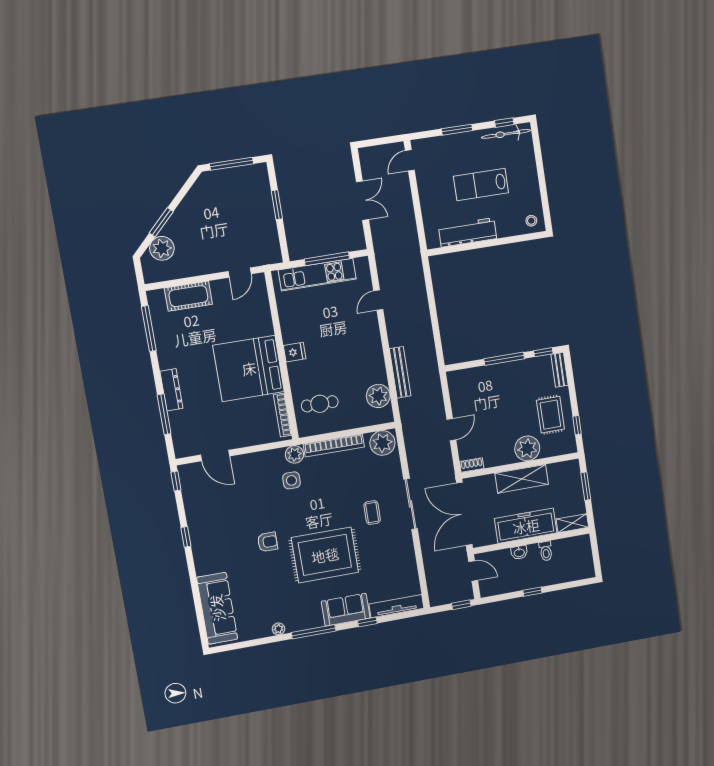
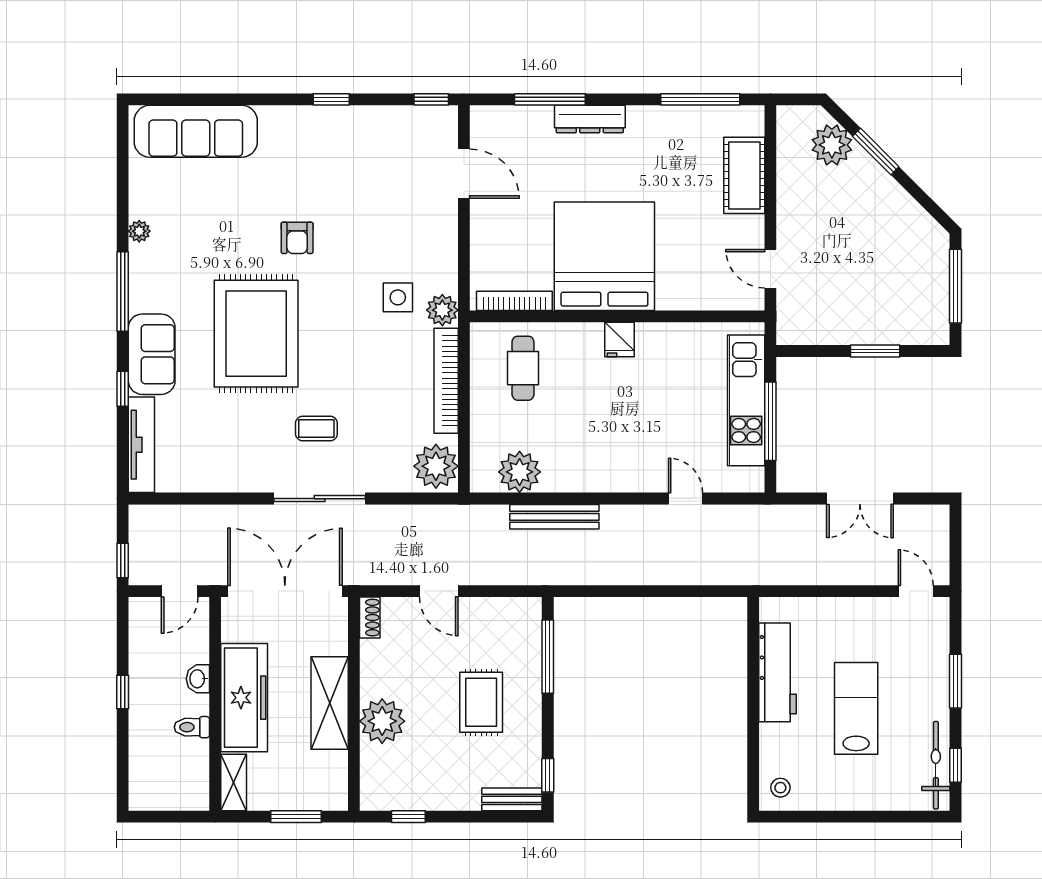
window: (504, 359) -> (548, 657), moved
rug: (550, 415) -> (481, 702), moved, turned 90
door: (215, 456) -> (464, 174), swing flipped

